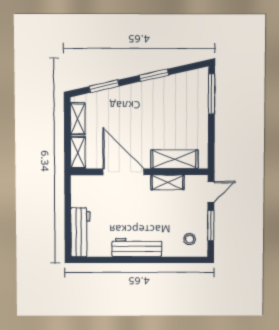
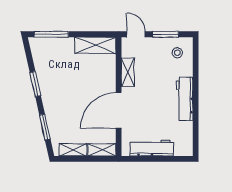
shelving: (174, 159) -> (95, 45), moved, turned 90
workbench: (80, 232) -> (152, 148), moved

